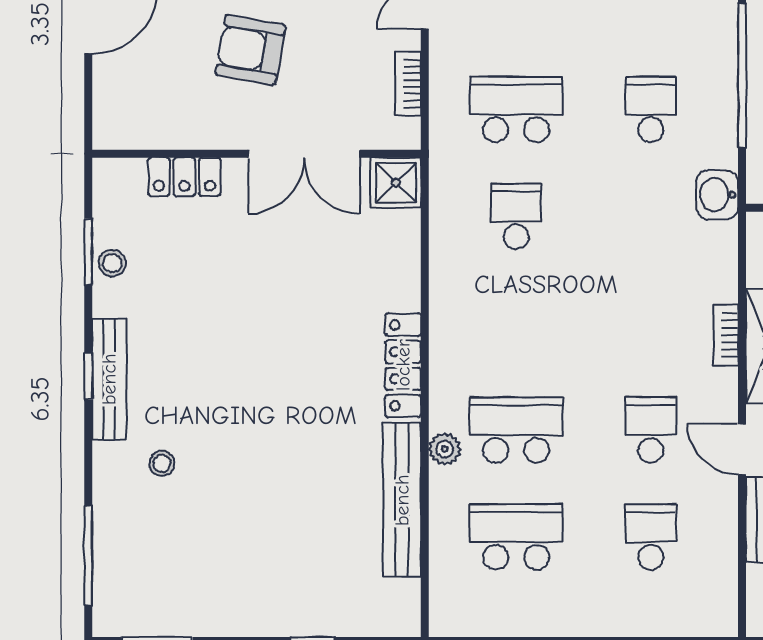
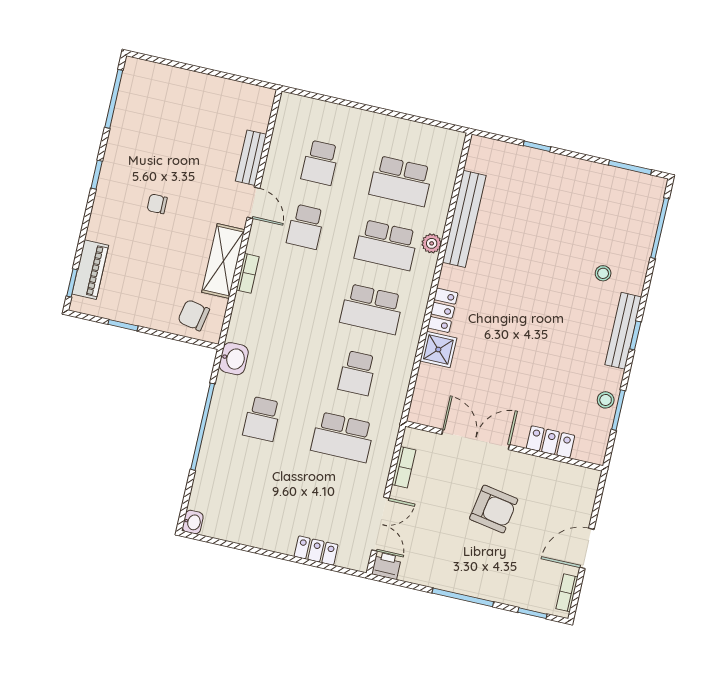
shower: (396, 183) -> (438, 349), moved
school desk: (516, 323) -> (372, 309), added
locker: (403, 365) -> (443, 310), width x0.66

